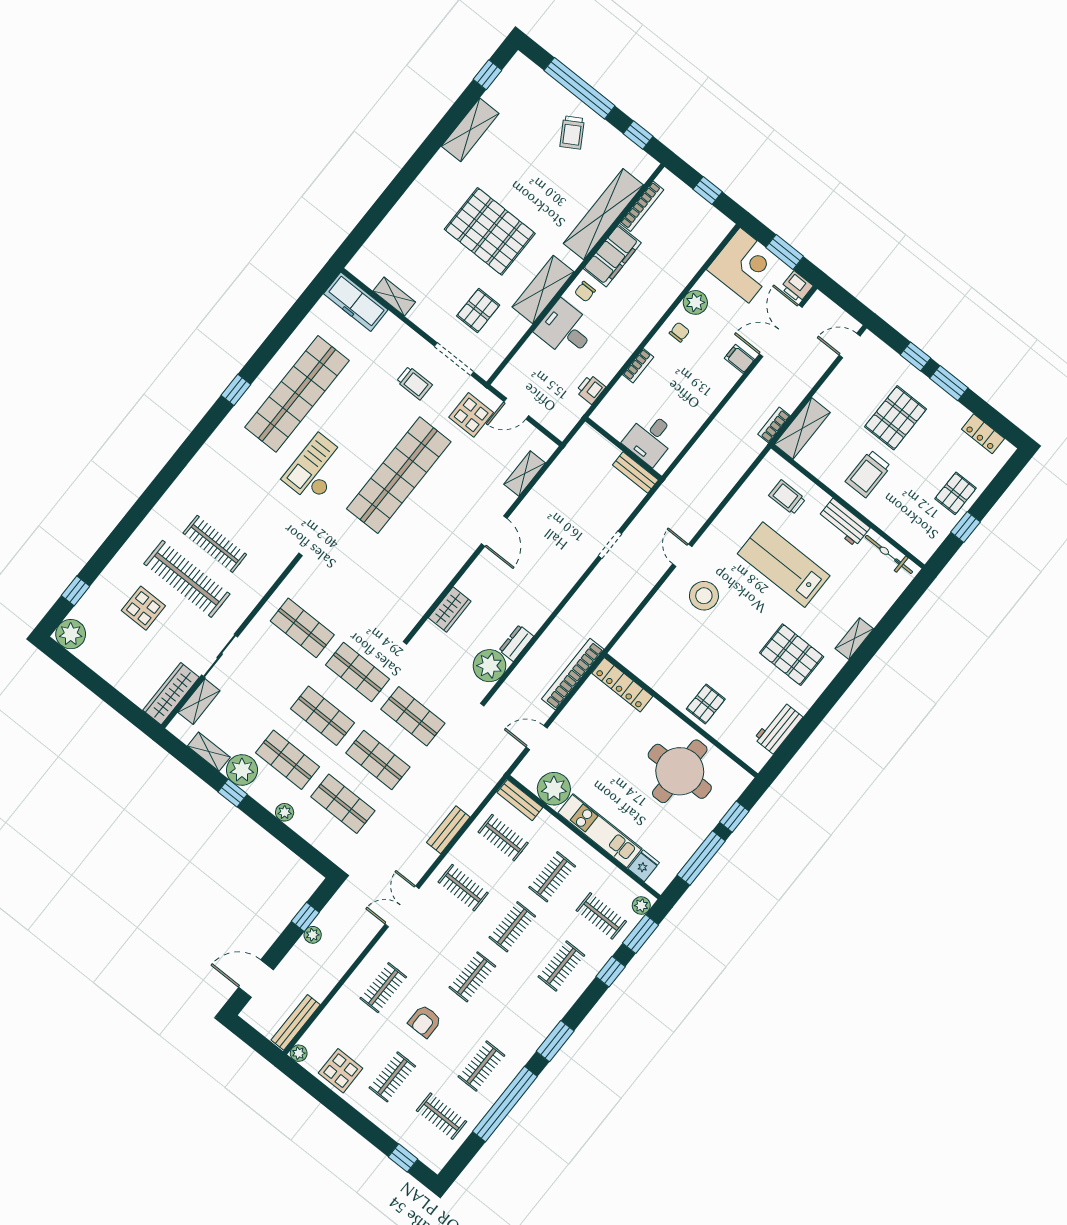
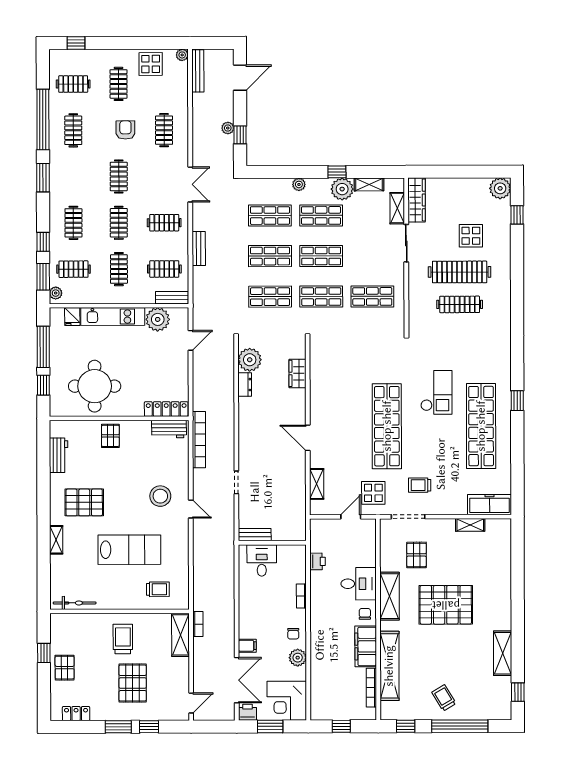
workbench: (844, 522) -> (169, 429), moved, turned 180
bookcase: (573, 674) -> (199, 440), moved

